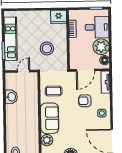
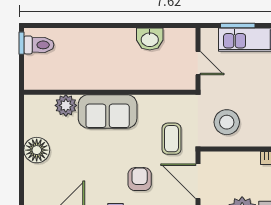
stool: (47, 48) -> (227, 122), moved
coffee table: (54, 91) -> (171, 139), moved

